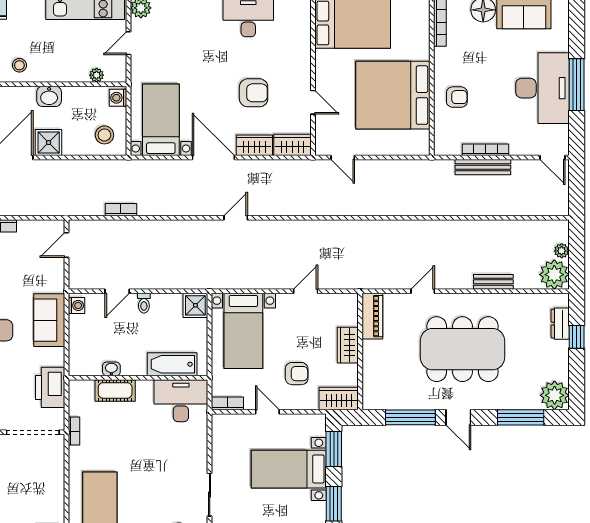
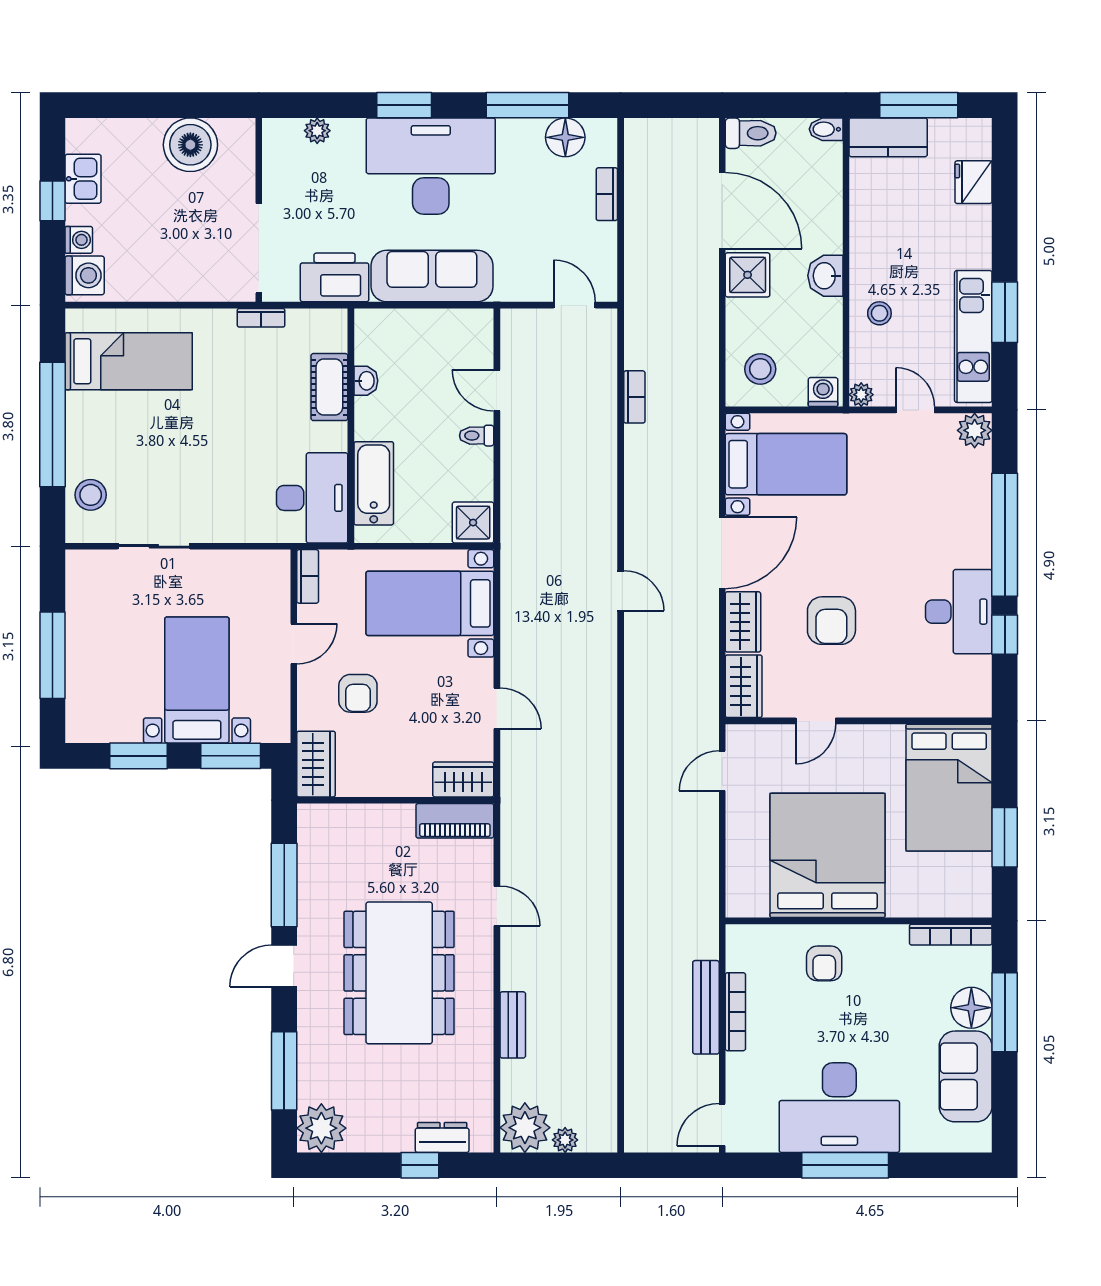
stool: (19, 65) -> (879, 313), moved
plant: (97, 75) -> (861, 395), moved
washing machine: (76, 305) -> (473, 322), removed
sofa: (49, 320) -> (432, 276), width x1.36
wardrobe: (348, 345) -> (463, 779), moved

